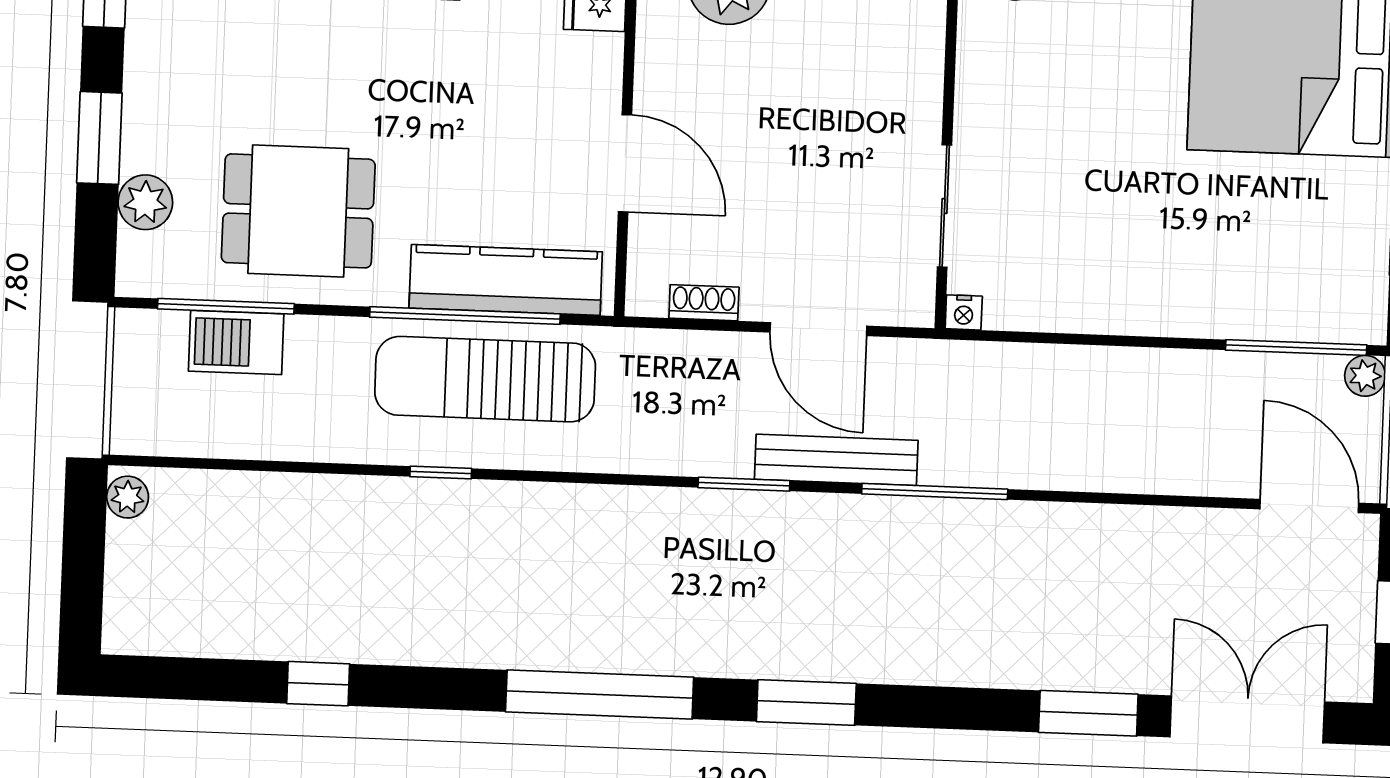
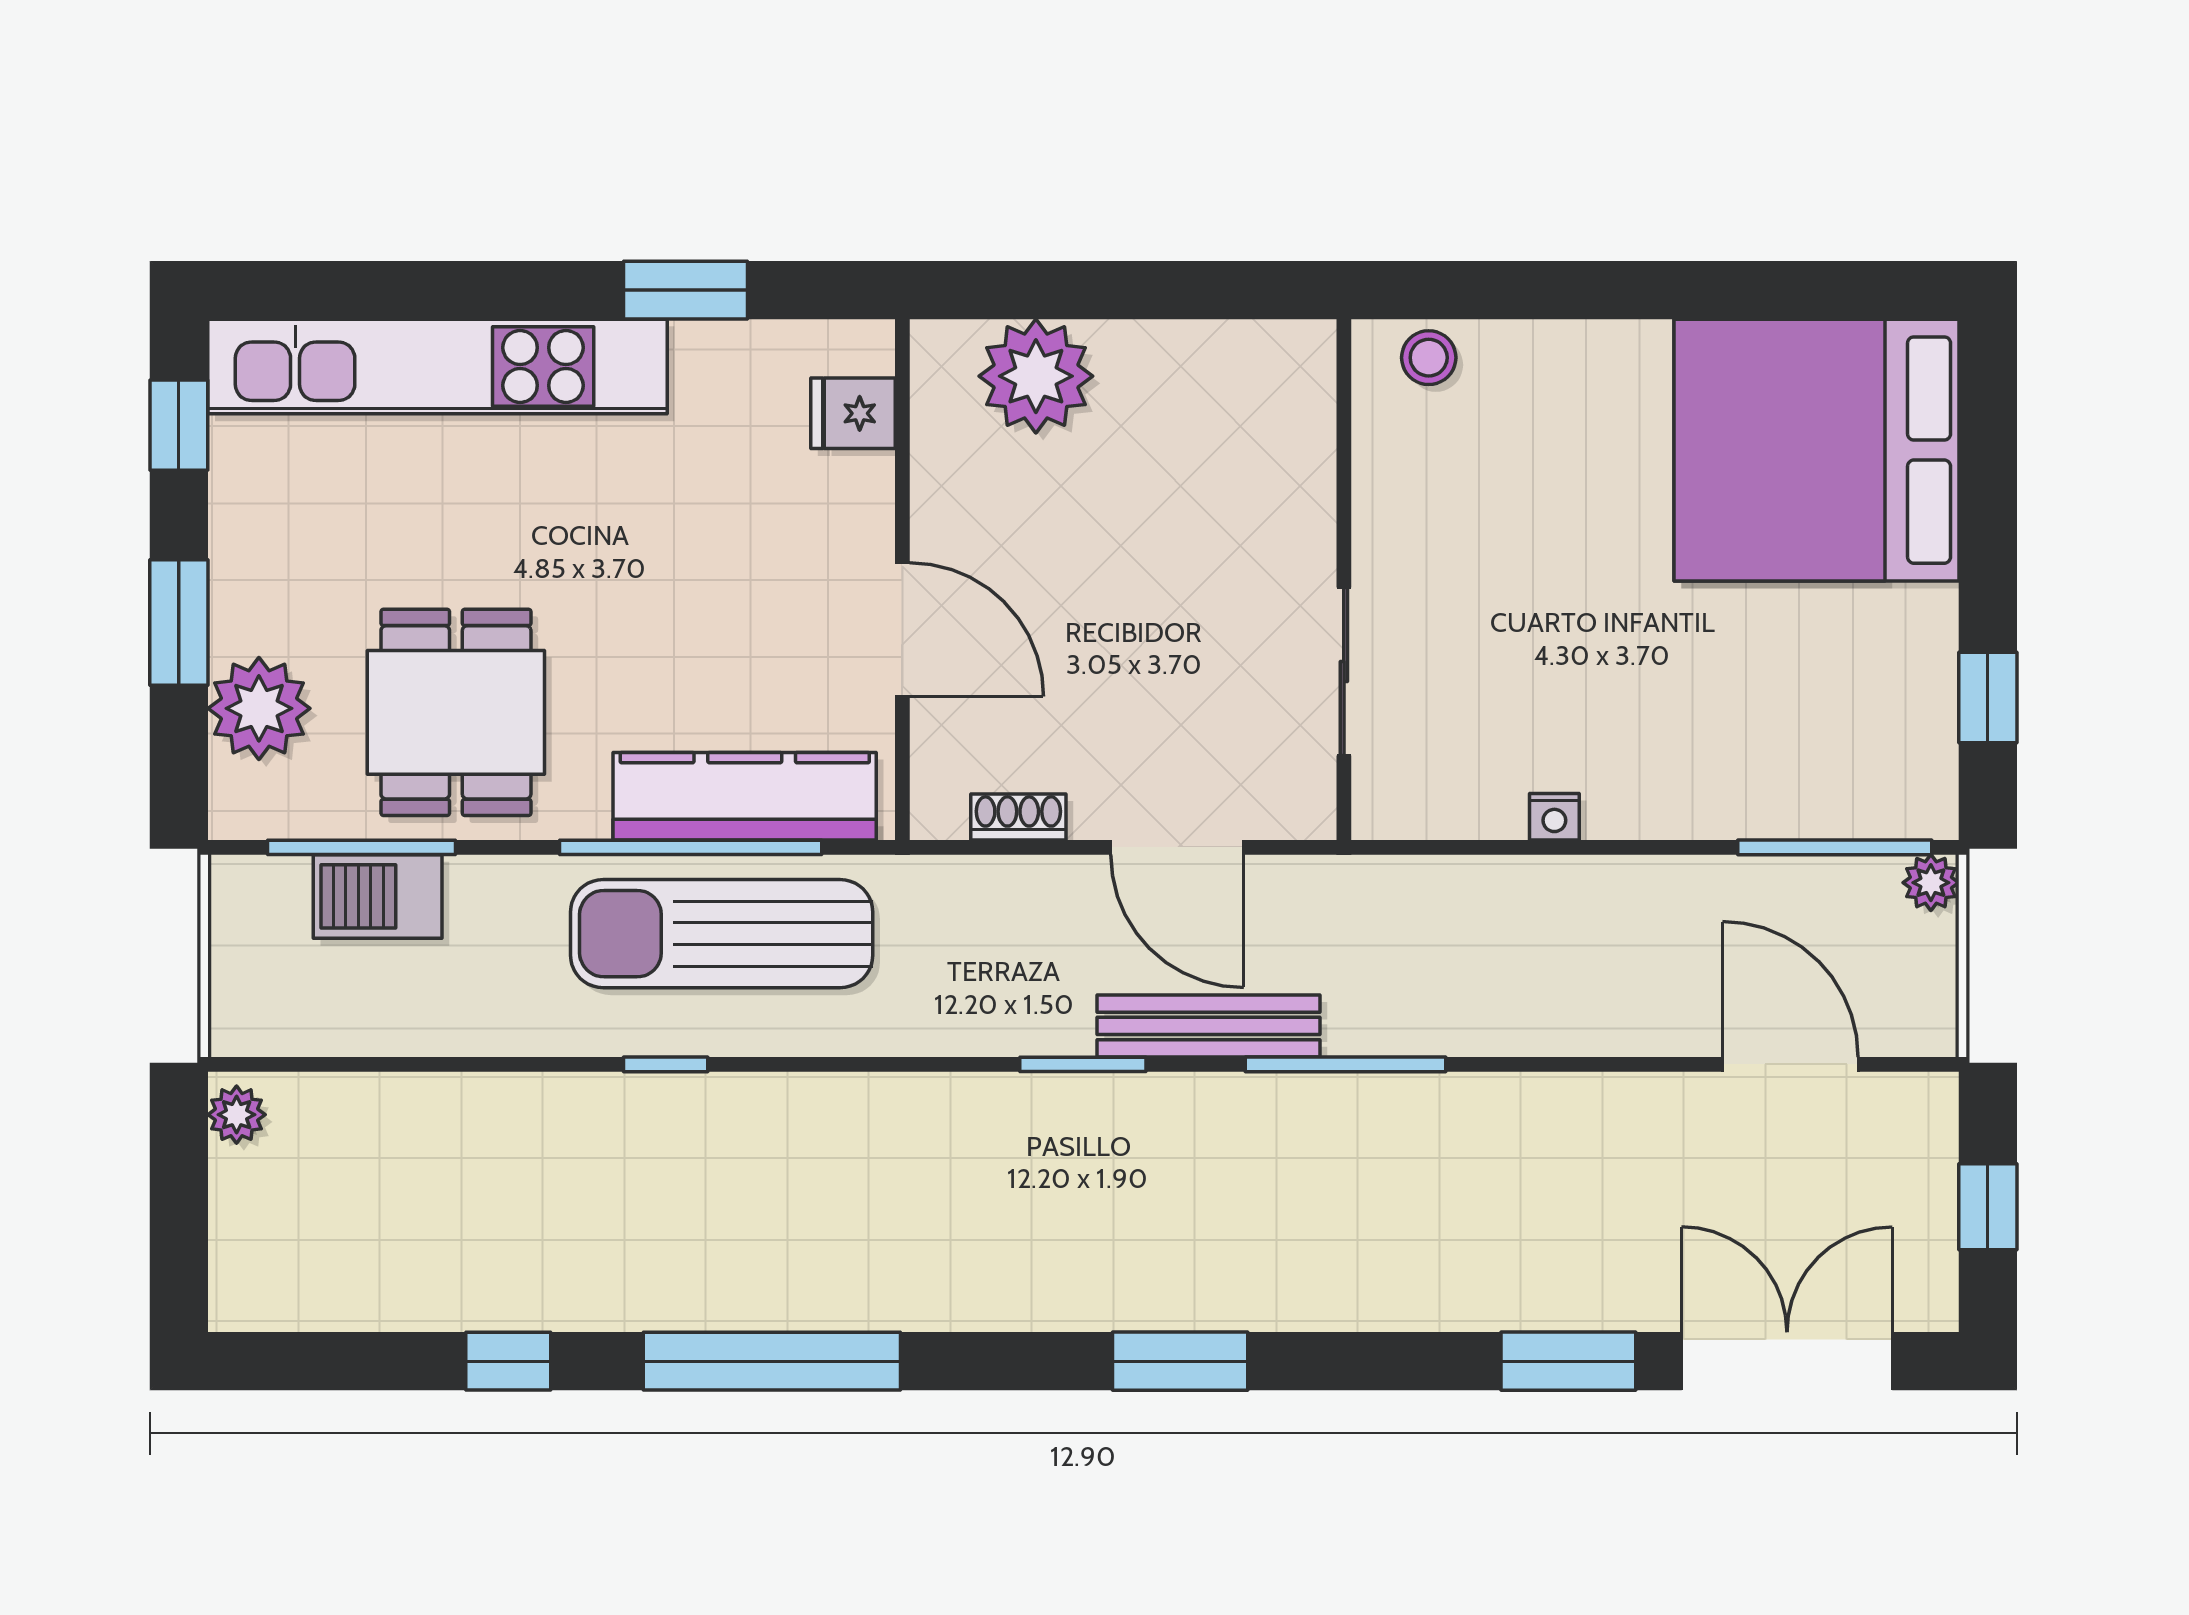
plant: (145, 202) -> (259, 708), width x1.36, depth x1.36
dining table: (298, 211) -> (456, 712), turned 90
nightstand: (964, 312) -> (1554, 817), moved
door: (1309, 506) -> (1790, 1064), moved
window: (600, 695) -> (772, 1361), moved

